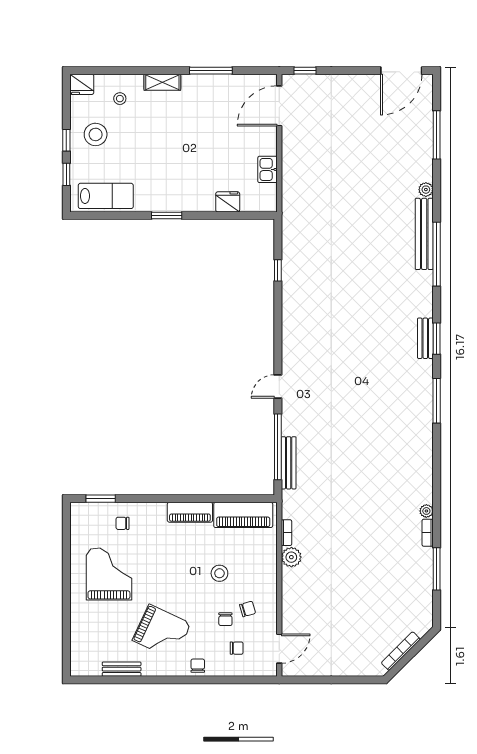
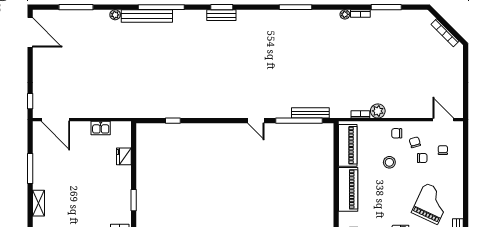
window: (437, 401) -> (295, 7), moved
piano: (190, 512) -> (348, 189), width x1.37, depth x1.33
chair: (198, 666) -> (397, 133), moved

